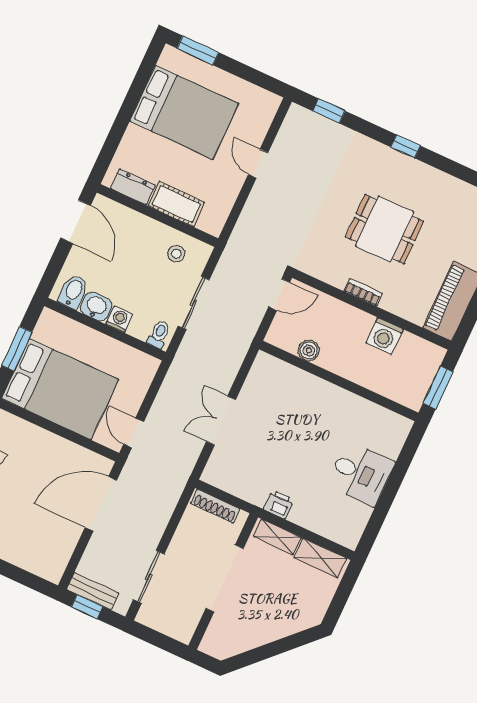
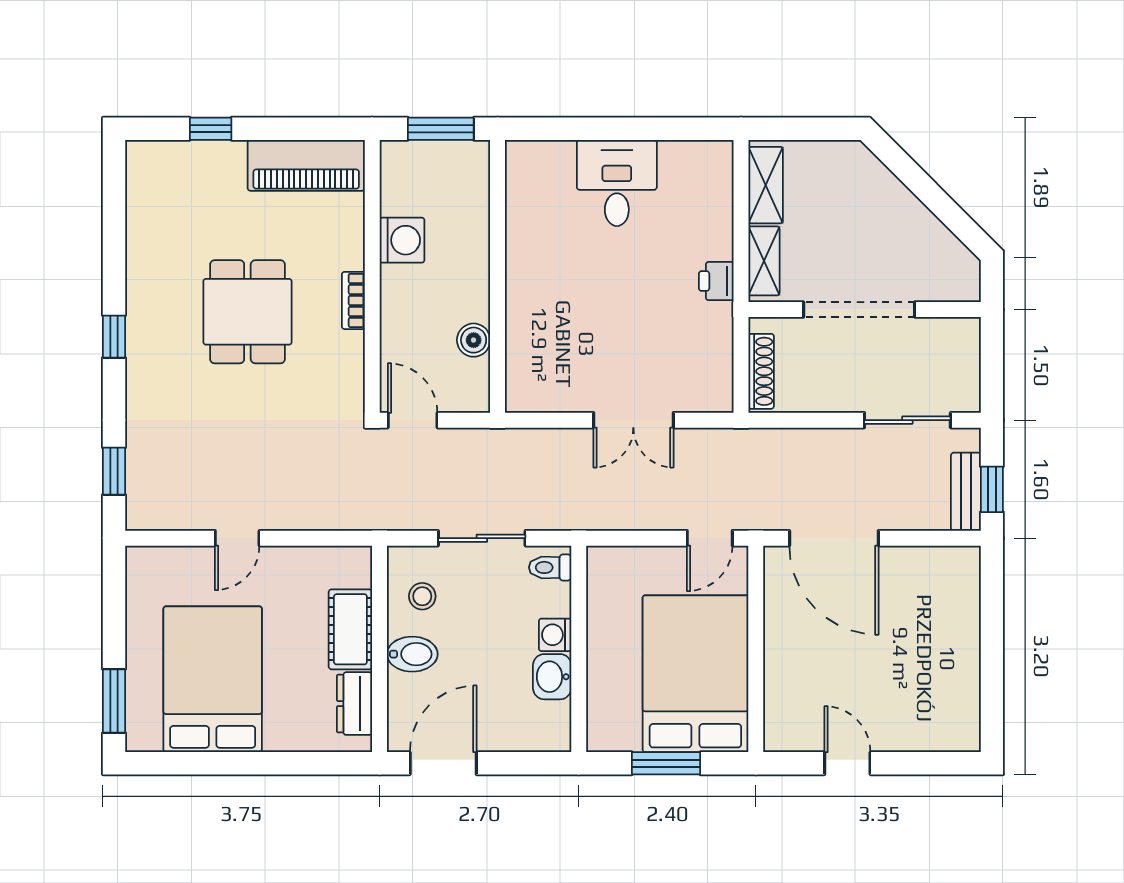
bidet: (73, 292) -> (412, 654), moved, turned 180

